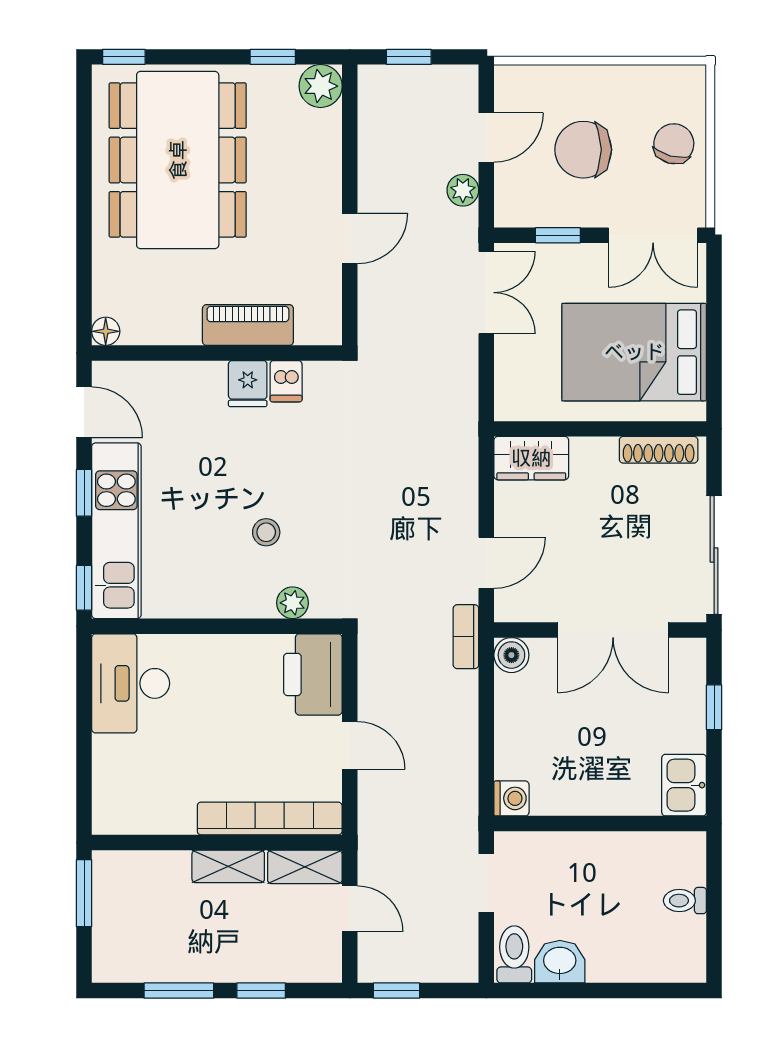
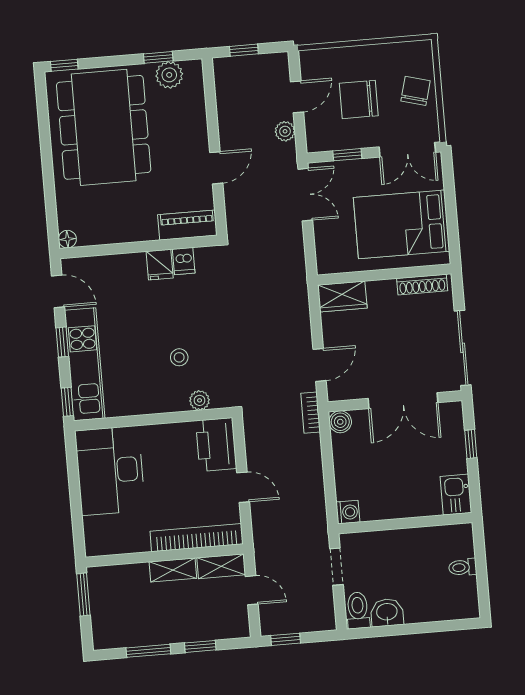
plant: (321, 86) -> (169, 75), moved
piano: (248, 325) -> (187, 225), moved
desk: (131, 683) -> (110, 471), width x1.36, depth x1.30

